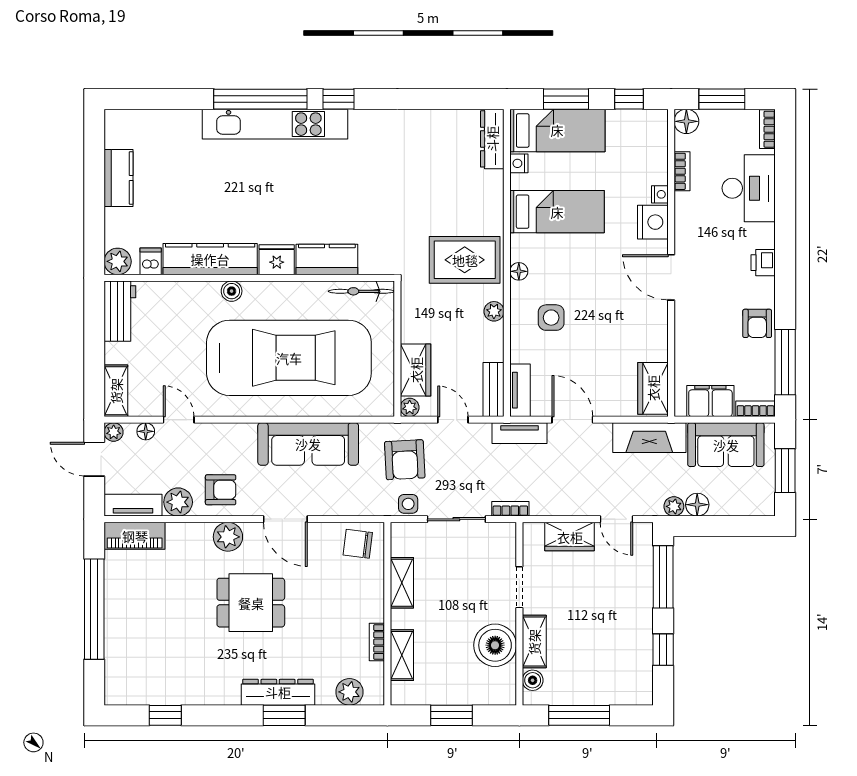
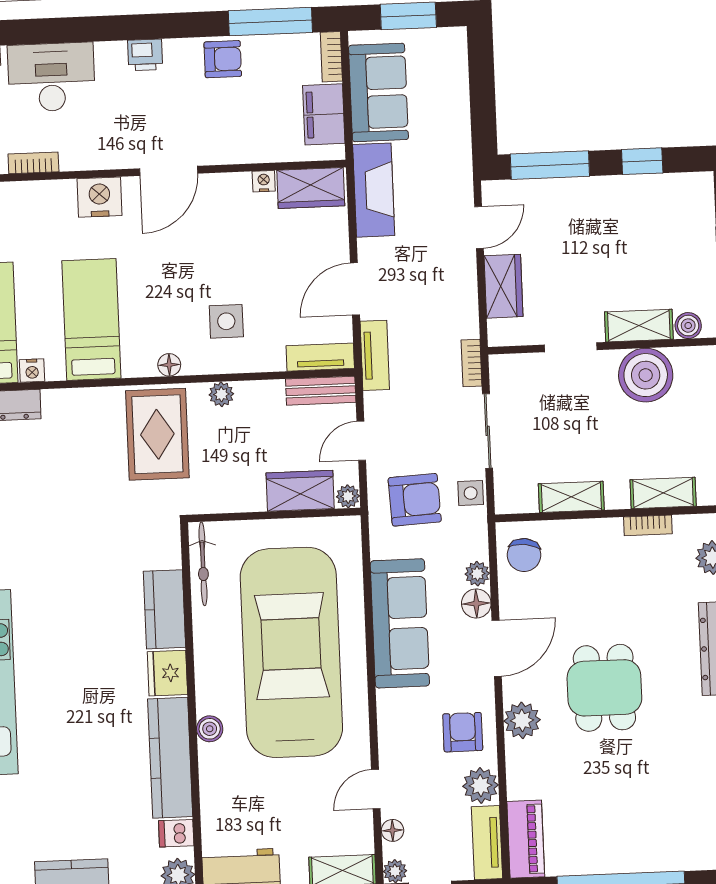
nightstand: (660, 194) -> (264, 181), moved
floor lamp: (697, 505) -> (476, 603), moved
plant: (674, 506) -> (477, 574), moved

